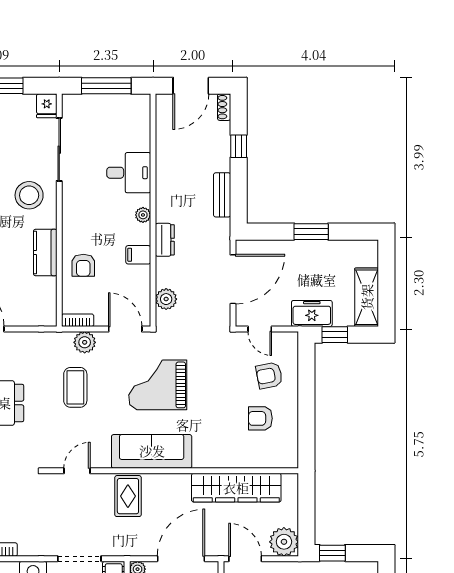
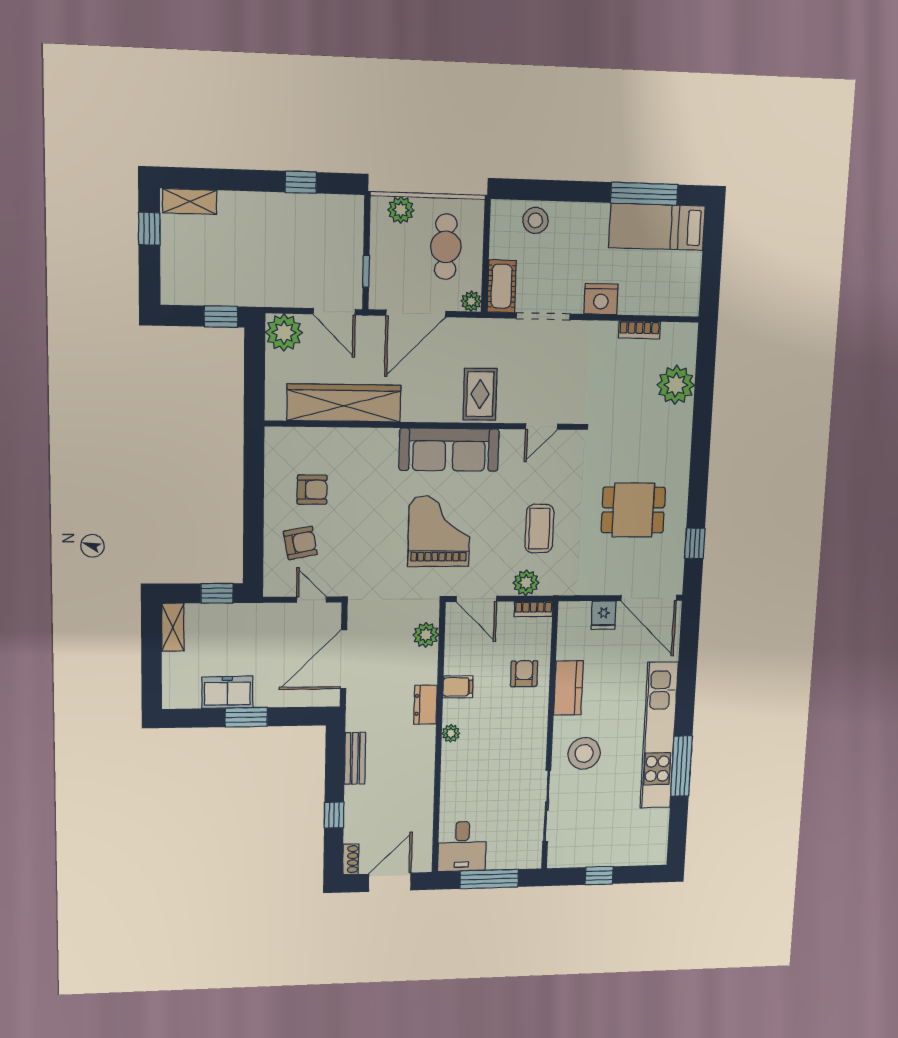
fridge: (47, 106) -> (604, 615), moved, turned 180
desk: (129, 173) -> (462, 846), moved, turned -90
shelving: (367, 297) -> (173, 627), width x0.67, depth x0.75
freezer: (312, 313) -> (227, 692), moved, turned 180
grand piano: (158, 385) -> (439, 531), turned -90

